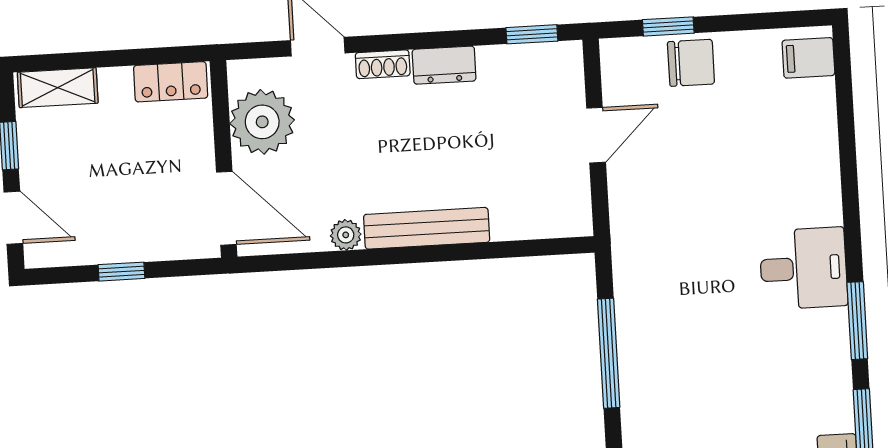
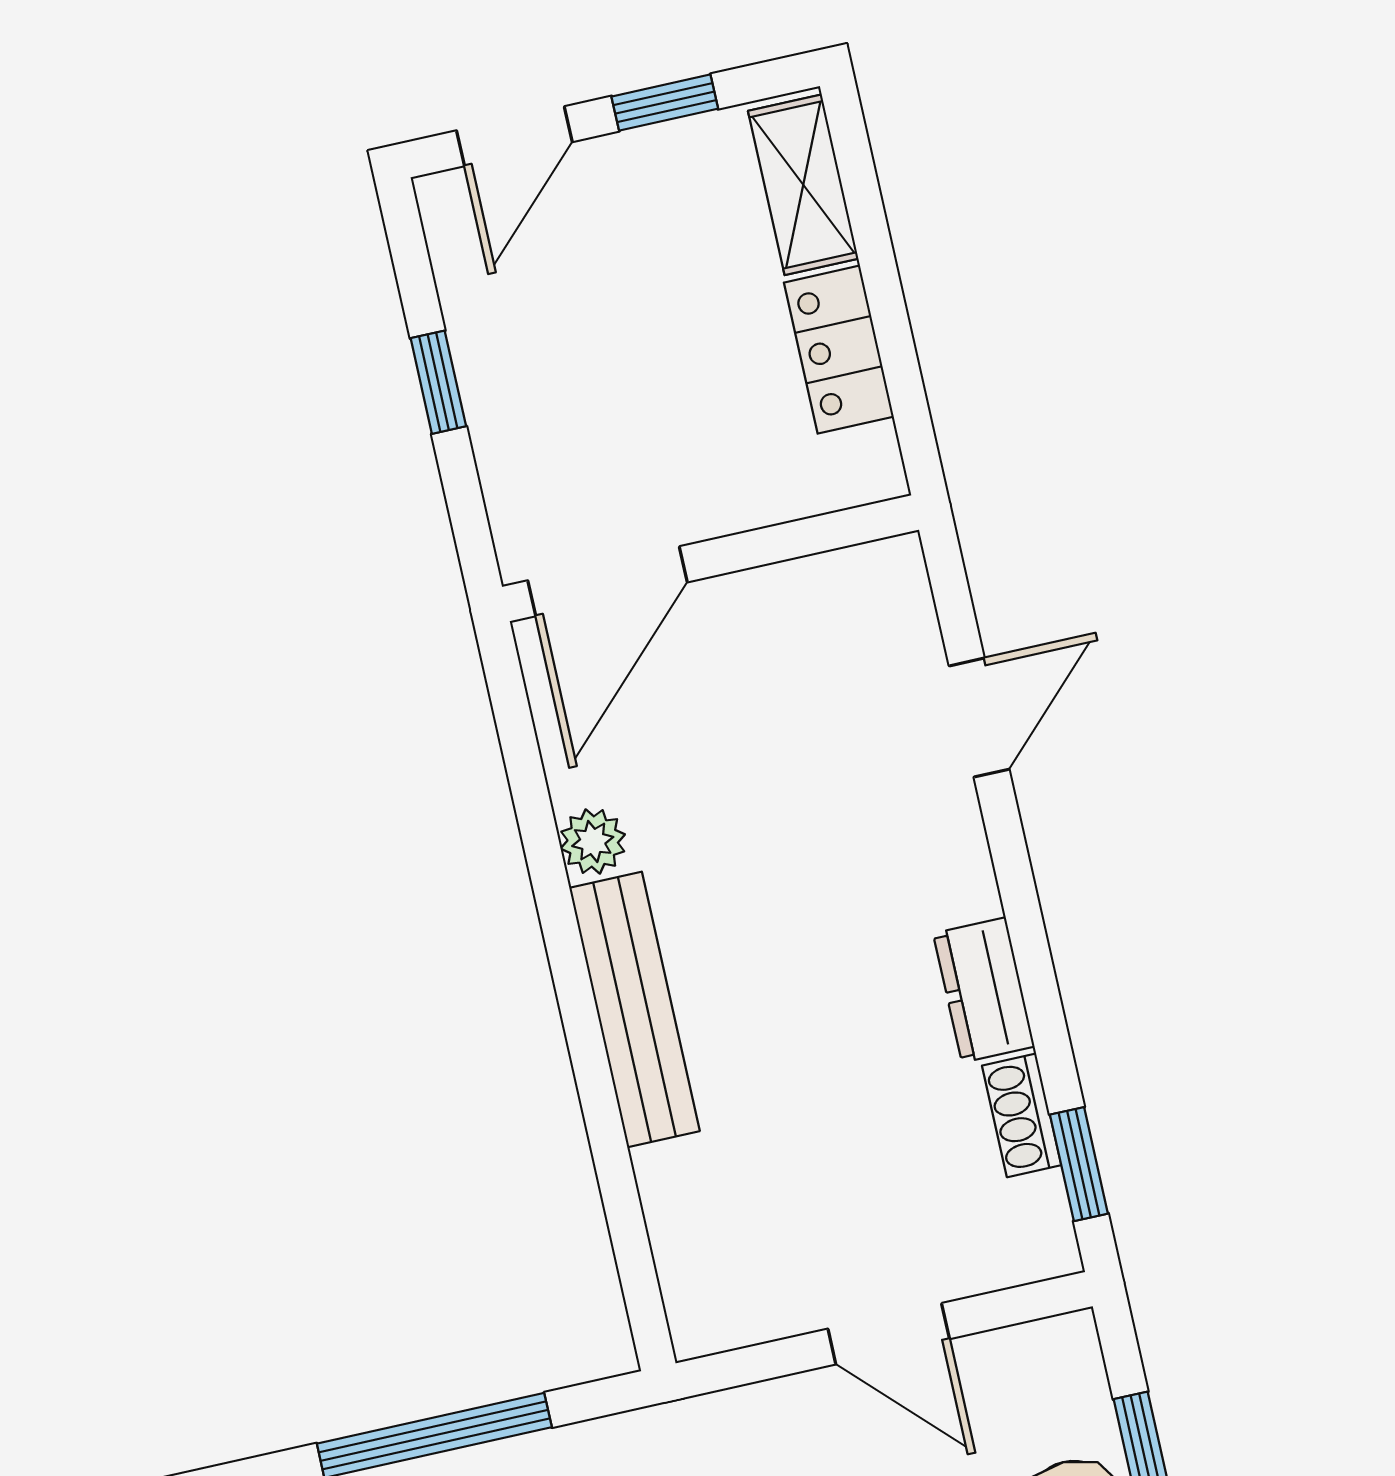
shoe rack: (383, 64) -> (1022, 1115), moved
locker: (171, 82) -> (839, 350), moved
plant: (262, 122) -> (802, 627), removed

